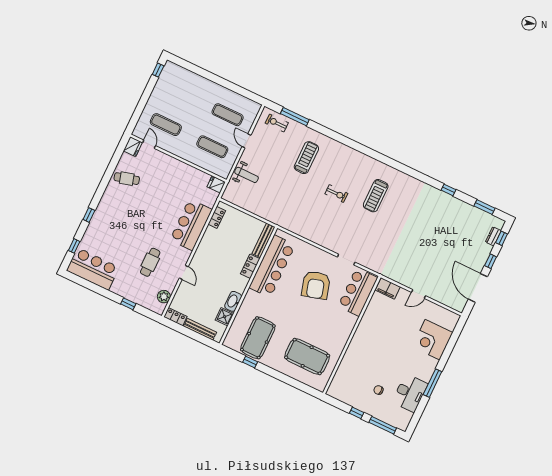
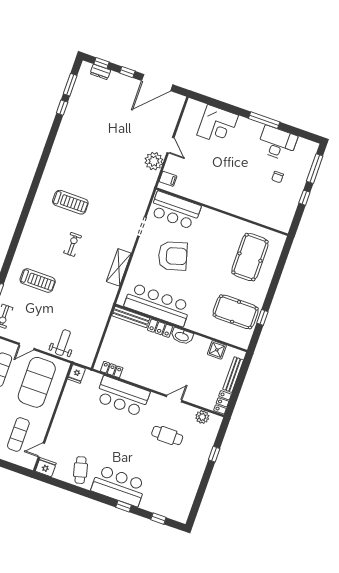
exercise mat: (212, 147) -> (37, 382), width x2.00, depth x1.45
treadmill: (306, 158) -> (38, 281), turned 180
window: (449, 190) -> (62, 108), moved
shelving: (311, 234) -> (119, 267), added
bar counter: (93, 269) -> (119, 486), moved, turned 90
plant: (405, 277) -> (154, 161), added
filing cabinet: (388, 288) -> (168, 179), width x0.50
washbasin: (233, 301) -> (182, 336), moved

